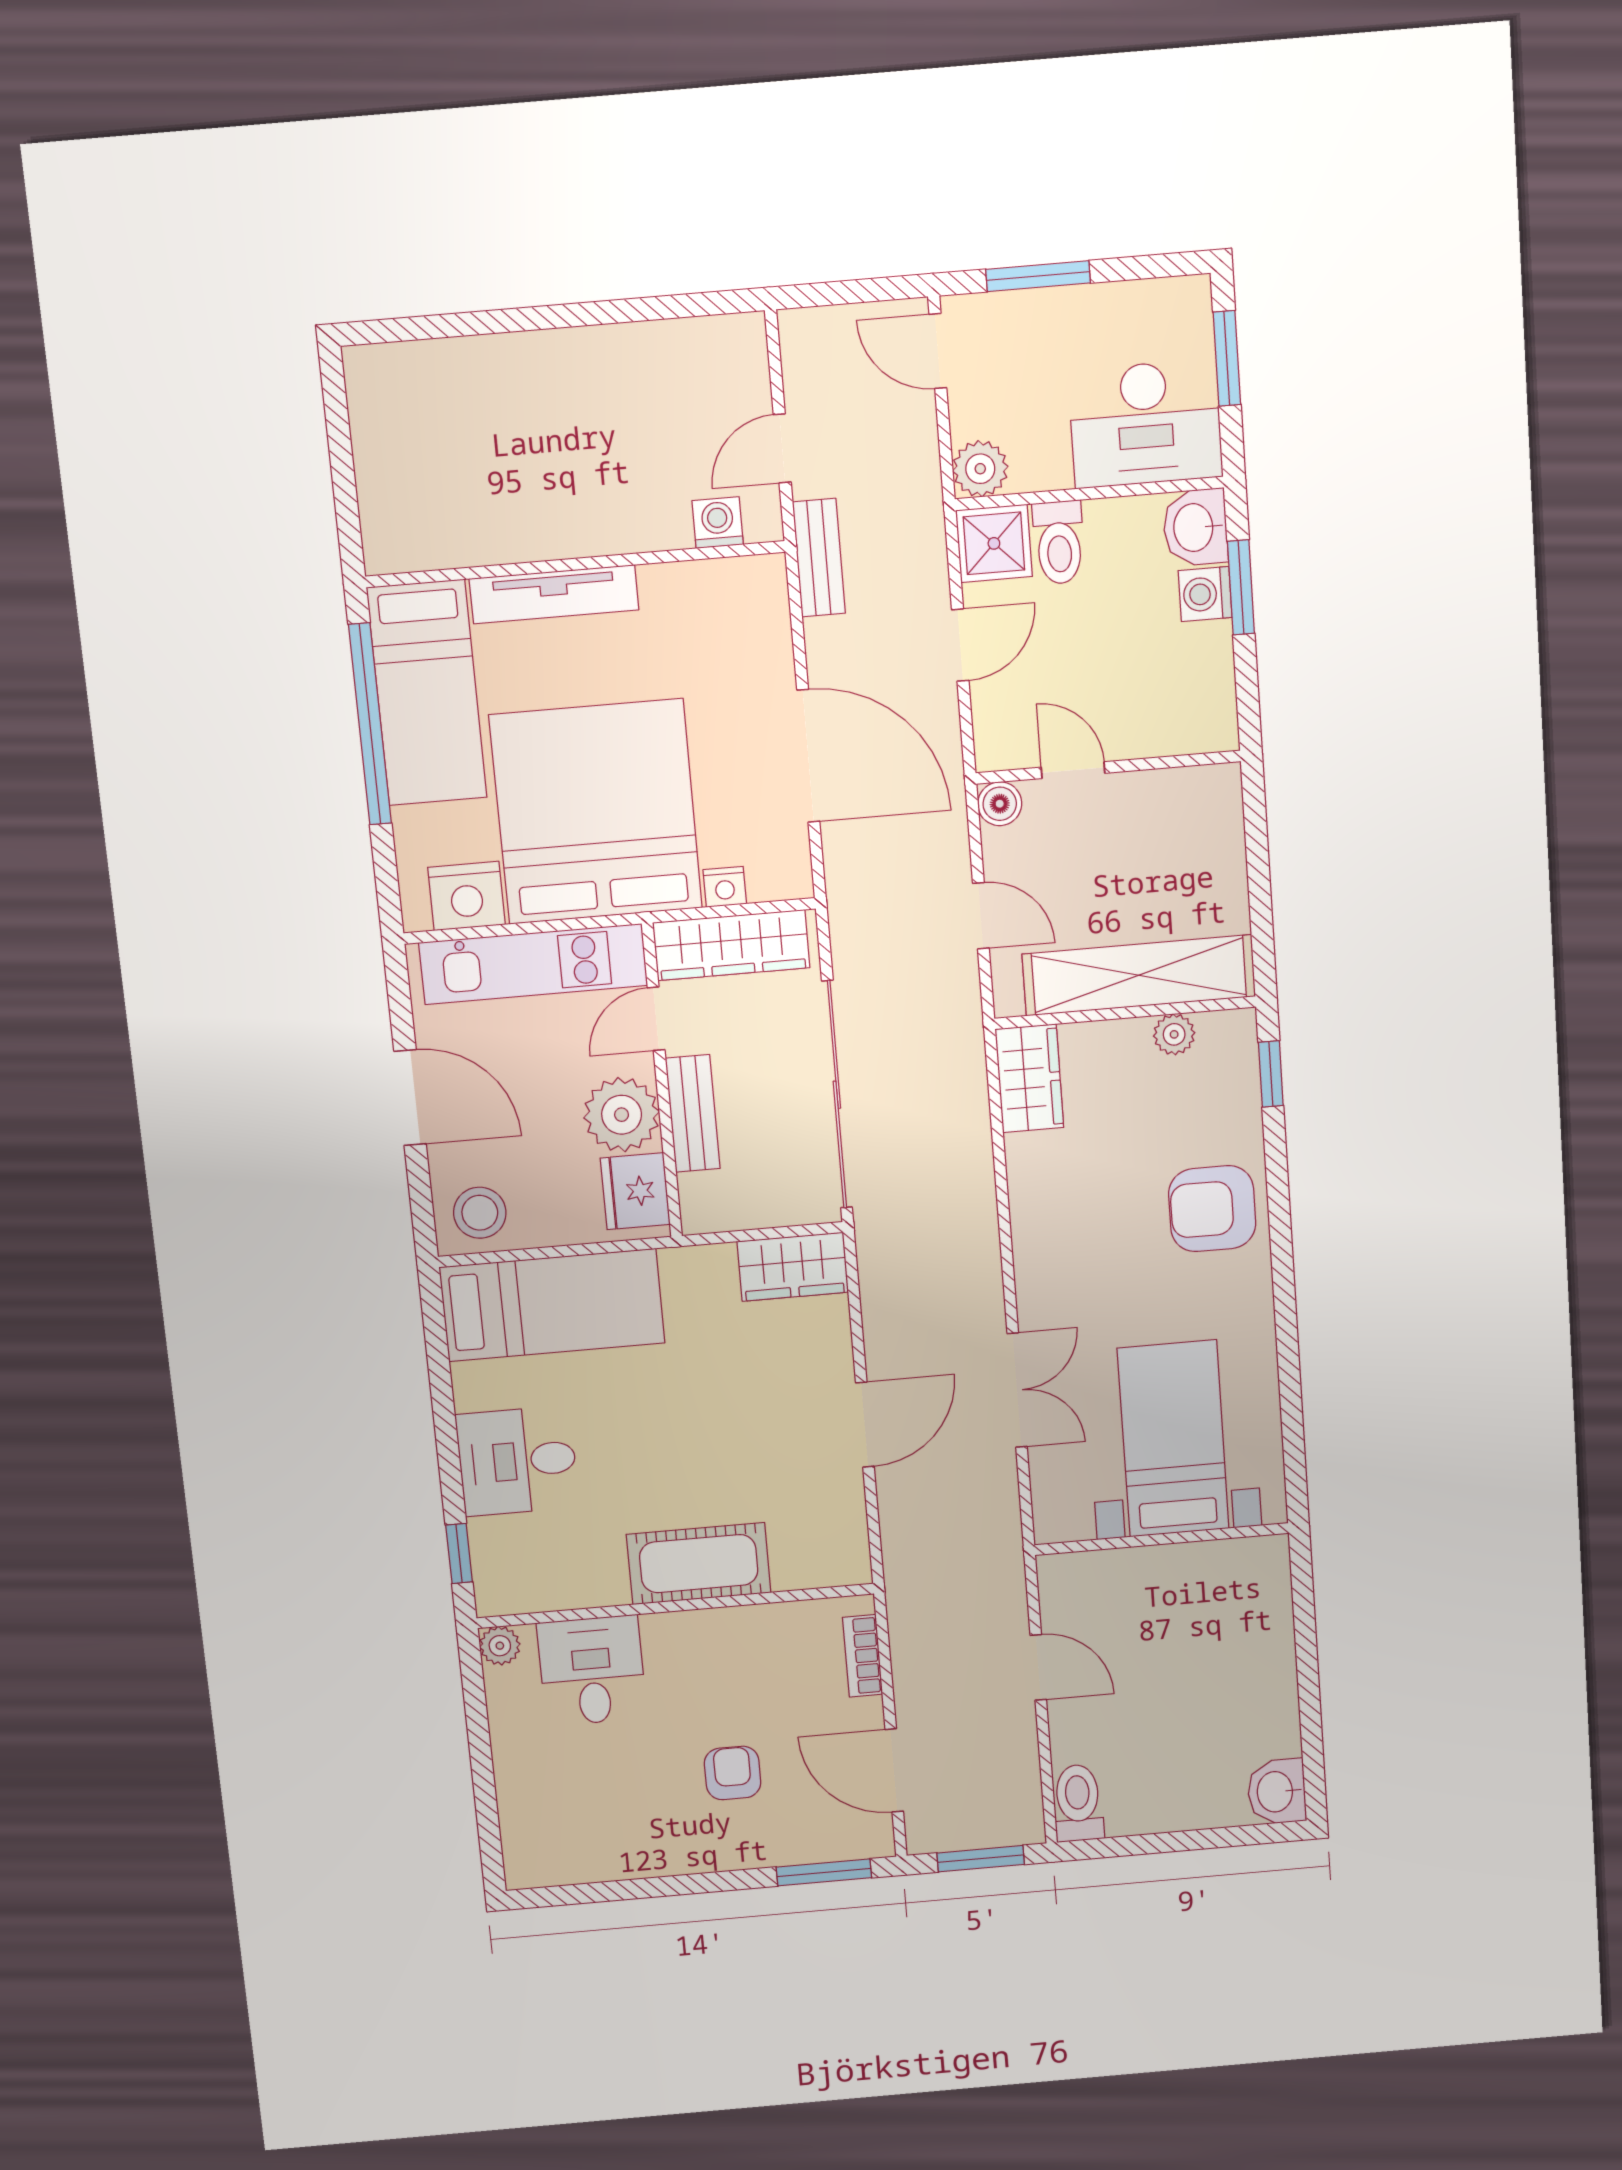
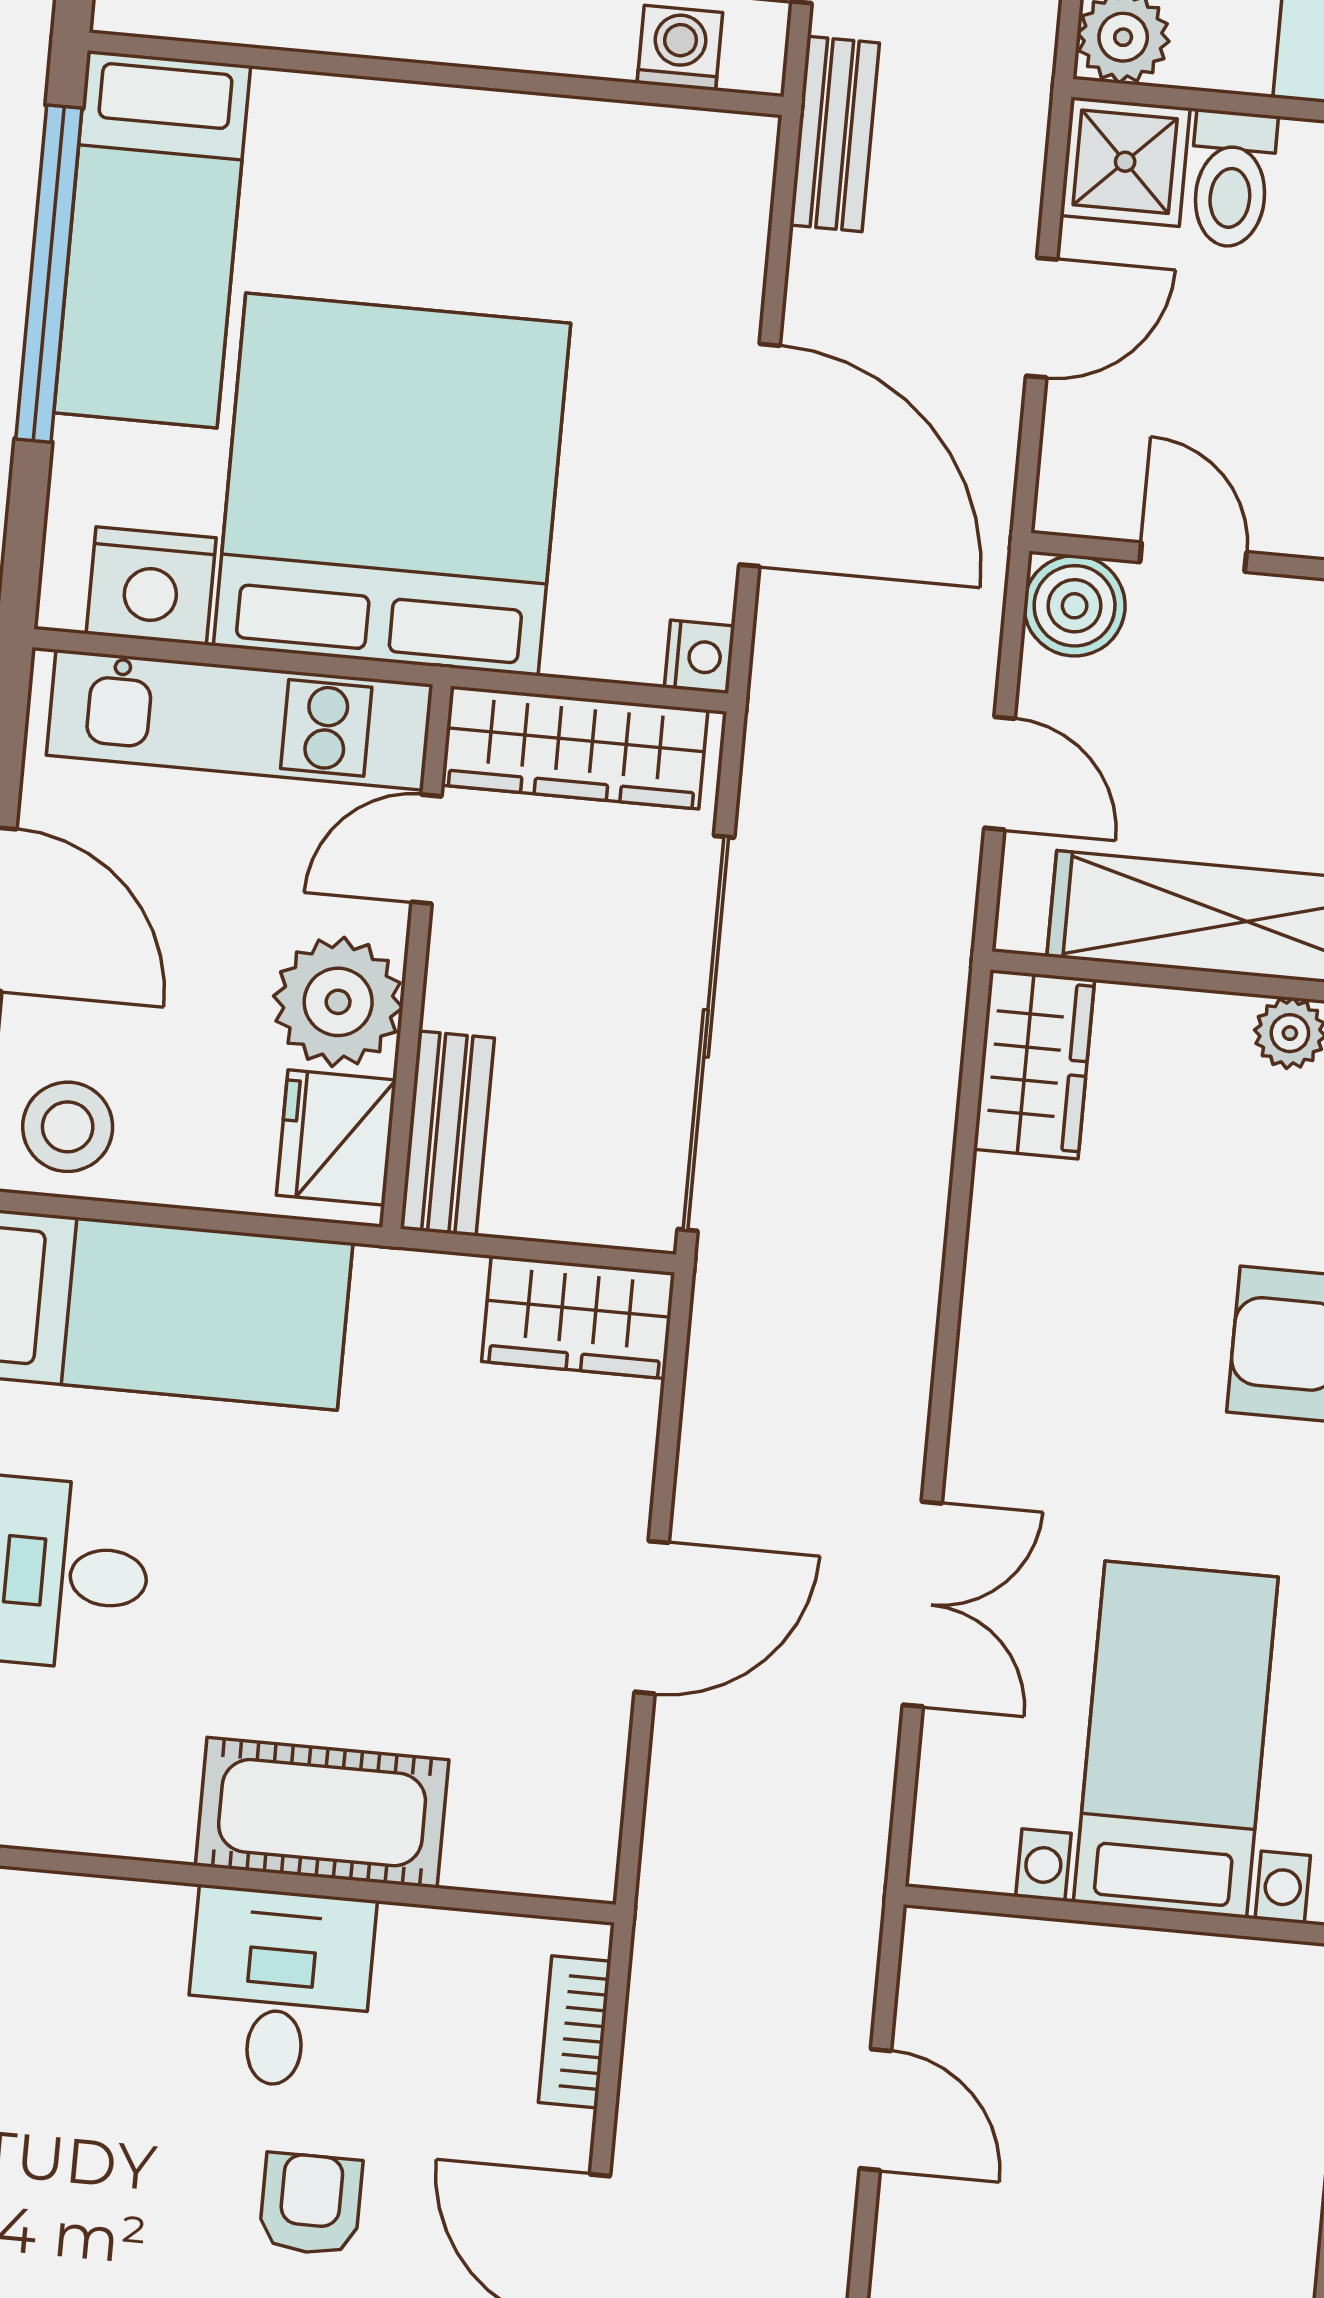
tv unit: (554, 594) -> (391, 116), removed
boiler: (1000, 804) -> (1075, 606), width x1.36, depth x1.36
nightstand: (725, 887) -> (700, 657), moved, turned -90
bench: (693, 1113) -> (447, 1133), moved
desk: (592, 1671) -> (280, 1988), moved

